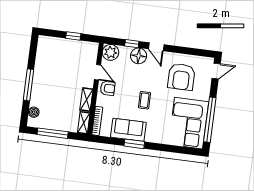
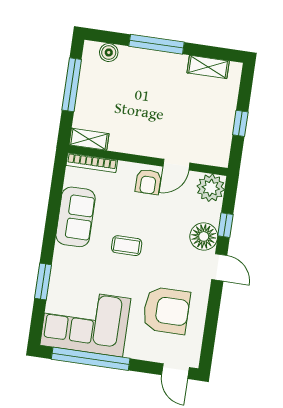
door: (156, 47) -> (219, 267), swing flipped
armchair: (181, 77) -> (166, 310), turned 180
shelving: (86, 100) -> (208, 67), moved
window: (134, 144) -> (43, 281), moved

